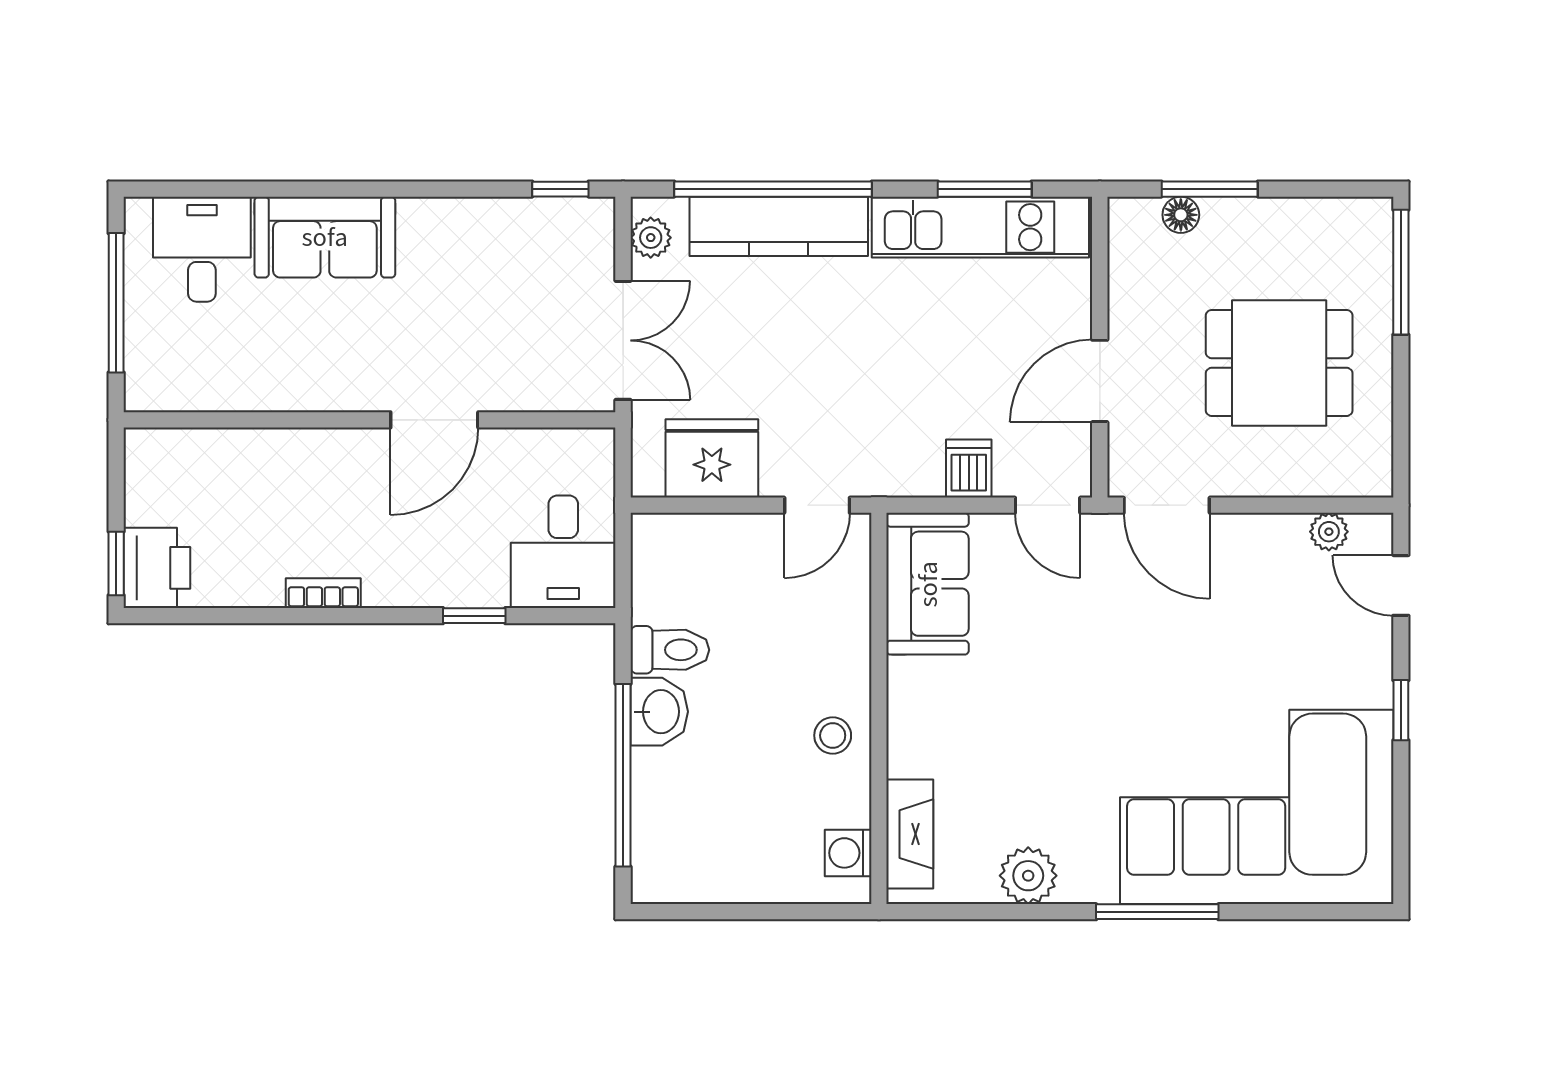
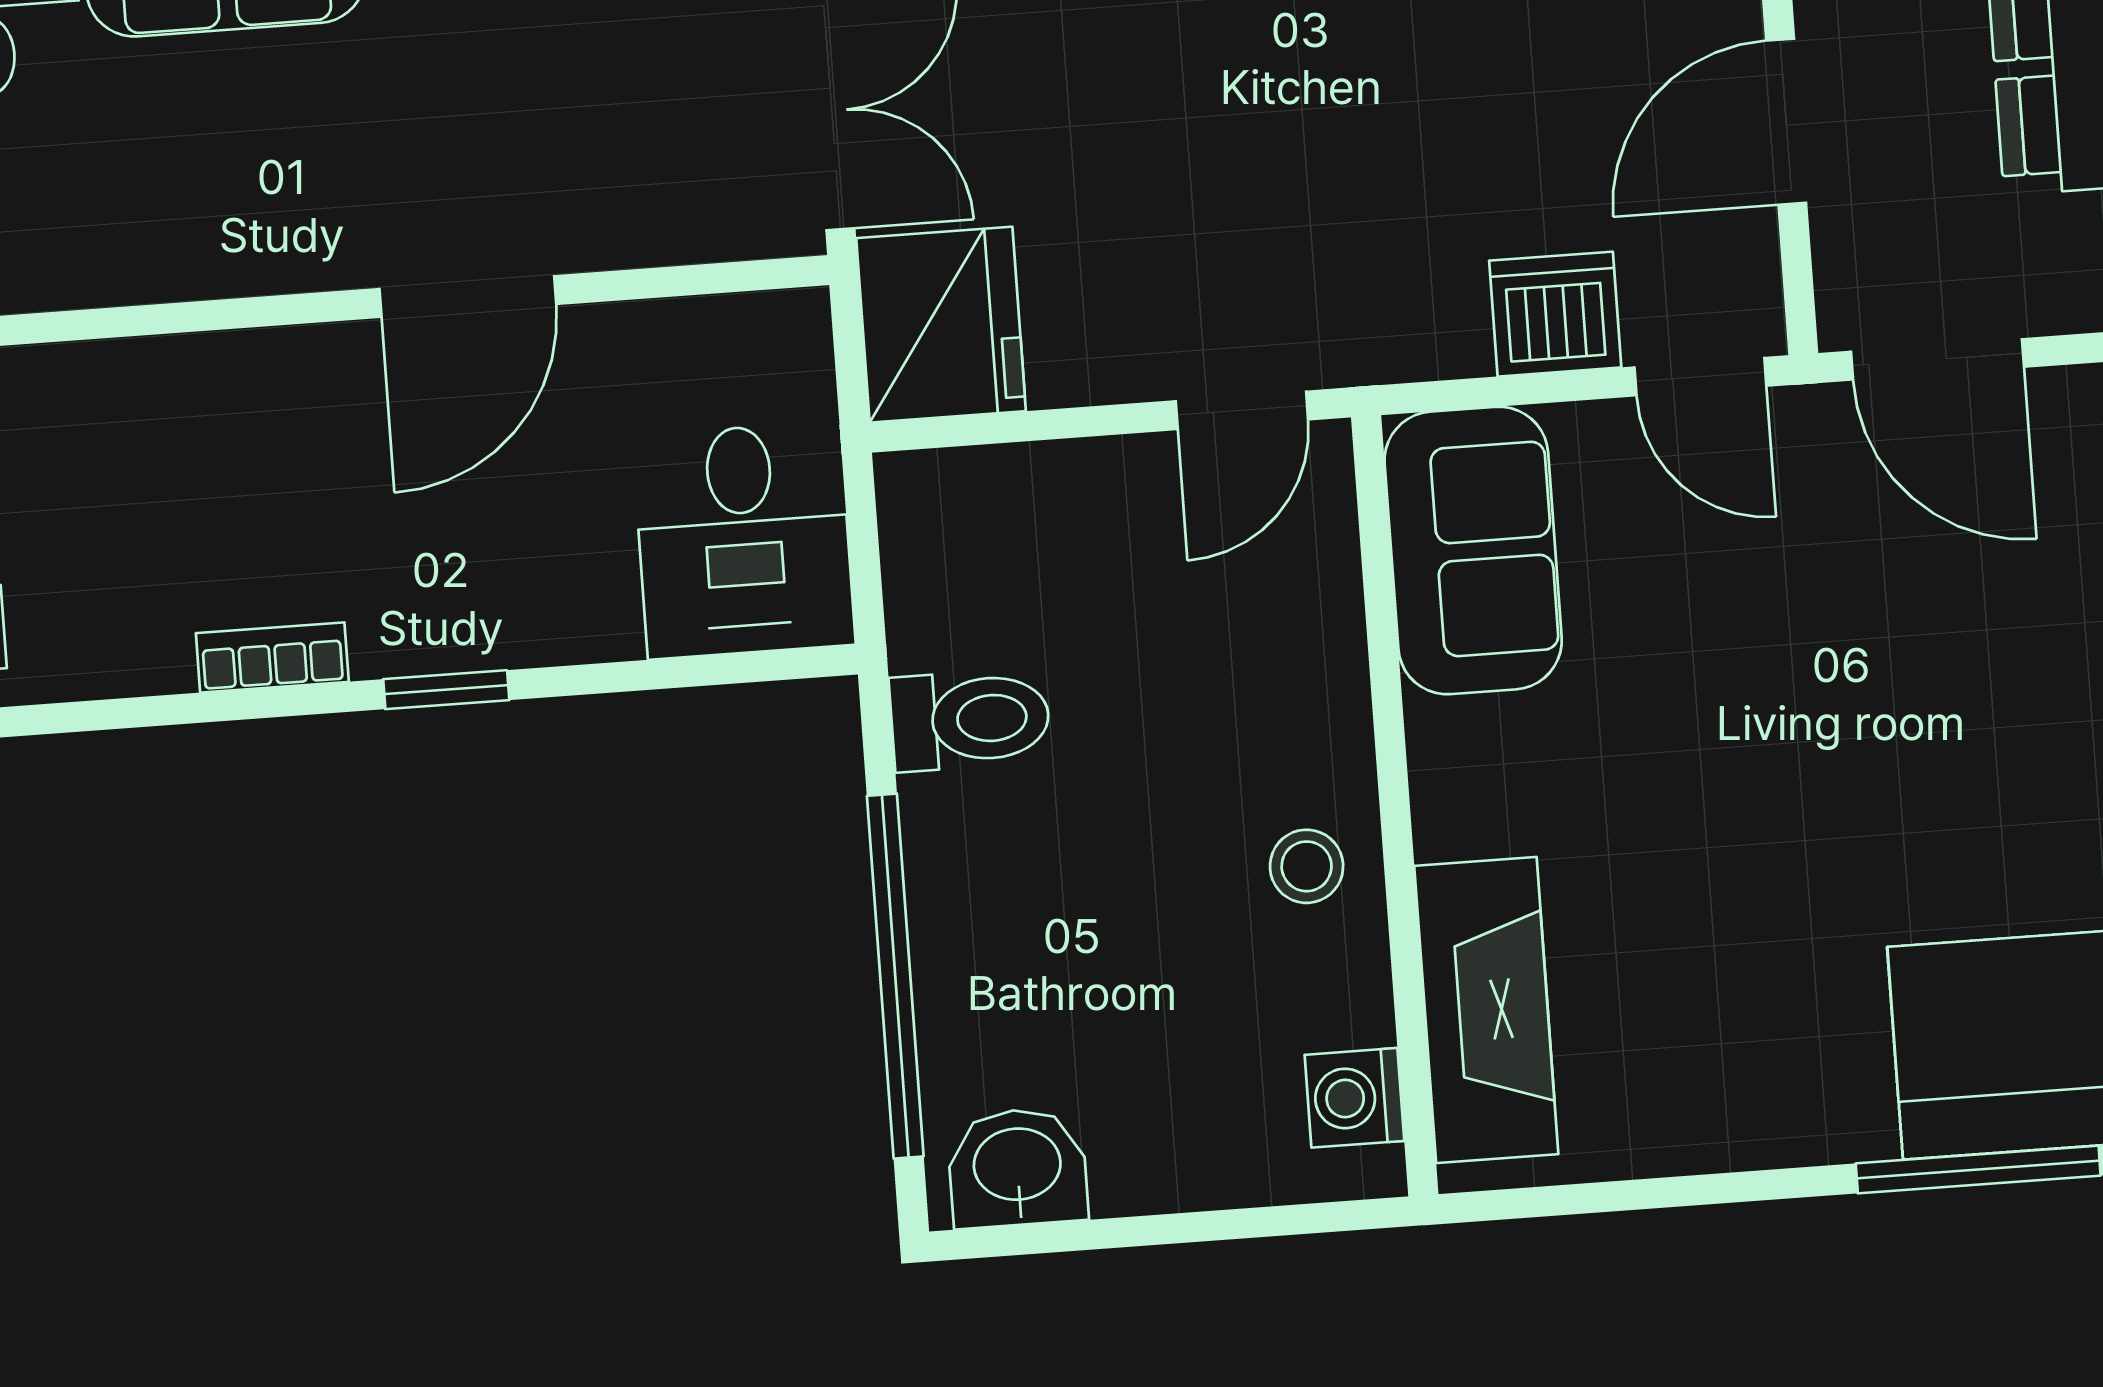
fridge: (712, 458) -> (941, 325), moved, turned 90
dishwasher: (969, 469) -> (1555, 314), width x1.38
window: (474, 616) -> (446, 690), moved
washbasin: (659, 712) -> (1017, 1168), moved, turned -90
fireplace: (910, 834) -> (1486, 1010), width x1.37, depth x1.32
plant: (1028, 876) -> (1716, 1117), removed

